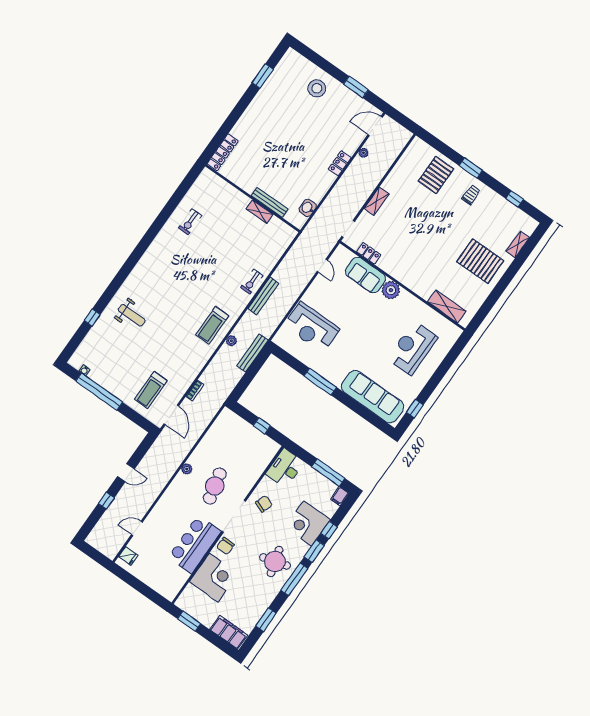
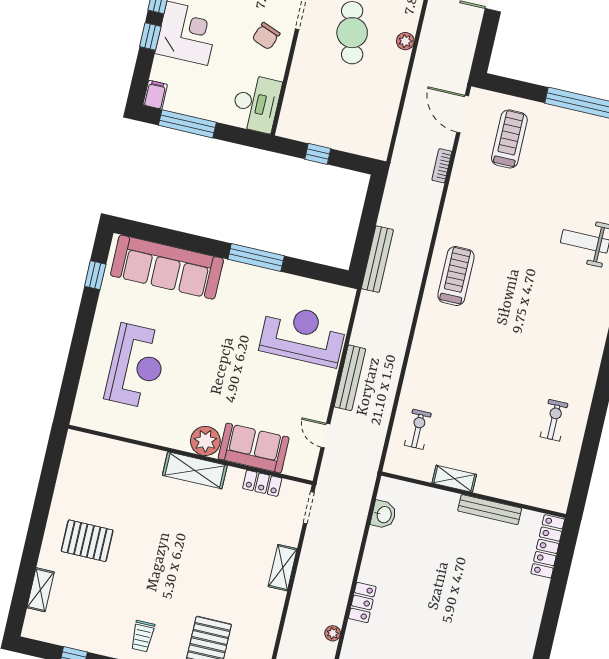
bench: (270, 203) -> (490, 510), moved
pallet: (480, 261) -> (87, 541), width x0.73, depth x0.71
exercise bike: (252, 282) -> (418, 429), moved
bench: (263, 296) -> (350, 378), moved
shelving: (447, 307) -> (195, 470), moved
plant: (231, 341) -> (417, 264), removed

